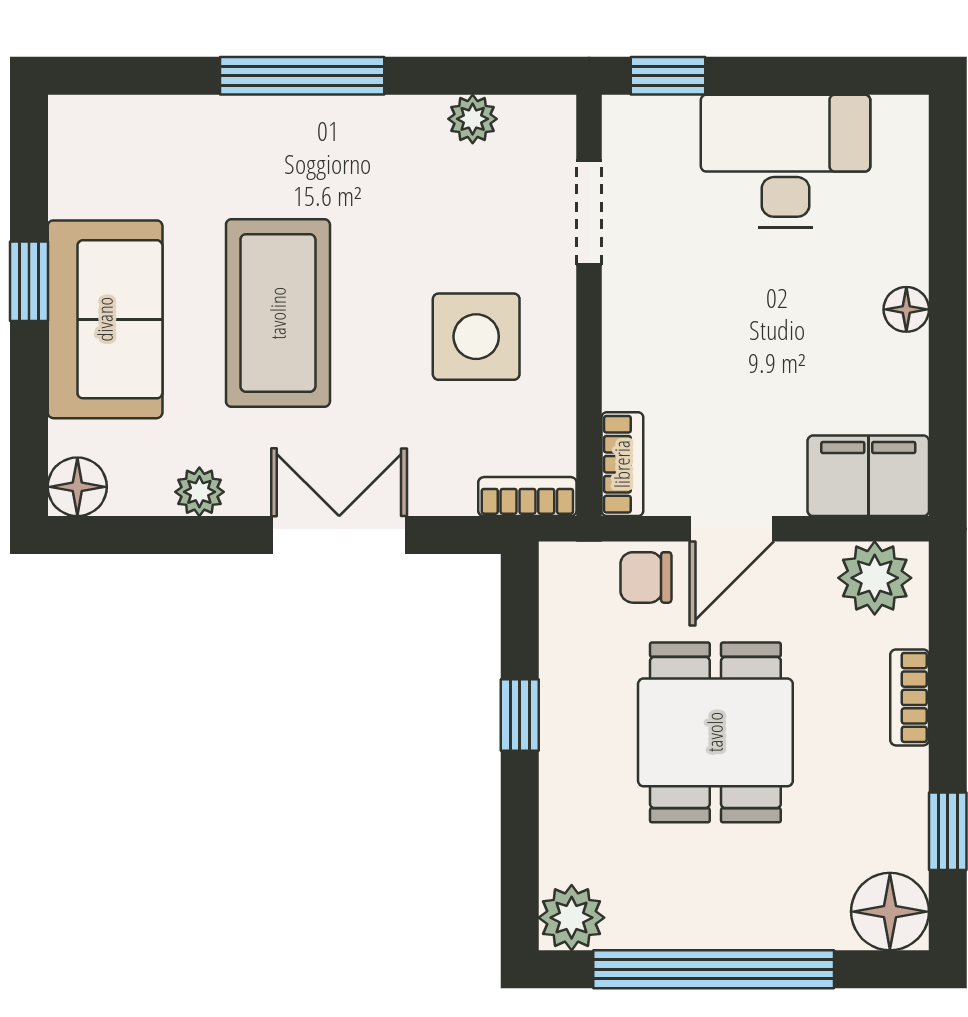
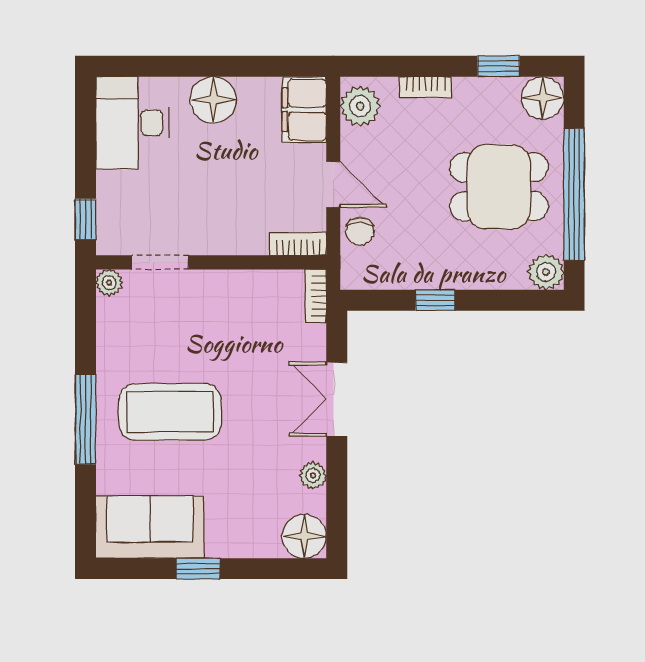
plant: (473, 119) -> (109, 283), moved
desk: (786, 161) -> (132, 123), moved
floor lamp: (906, 309) -> (213, 100), width x1.89, depth x1.89
coffee table: (278, 313) -> (170, 412), moved
sofa: (105, 319) -> (150, 527), moved
side table: (476, 337) -> (228, 324), removed
floor lamp: (77, 487) -> (304, 536), width x1.38, depth x1.38
dining table: (715, 732) -> (499, 187), moved

